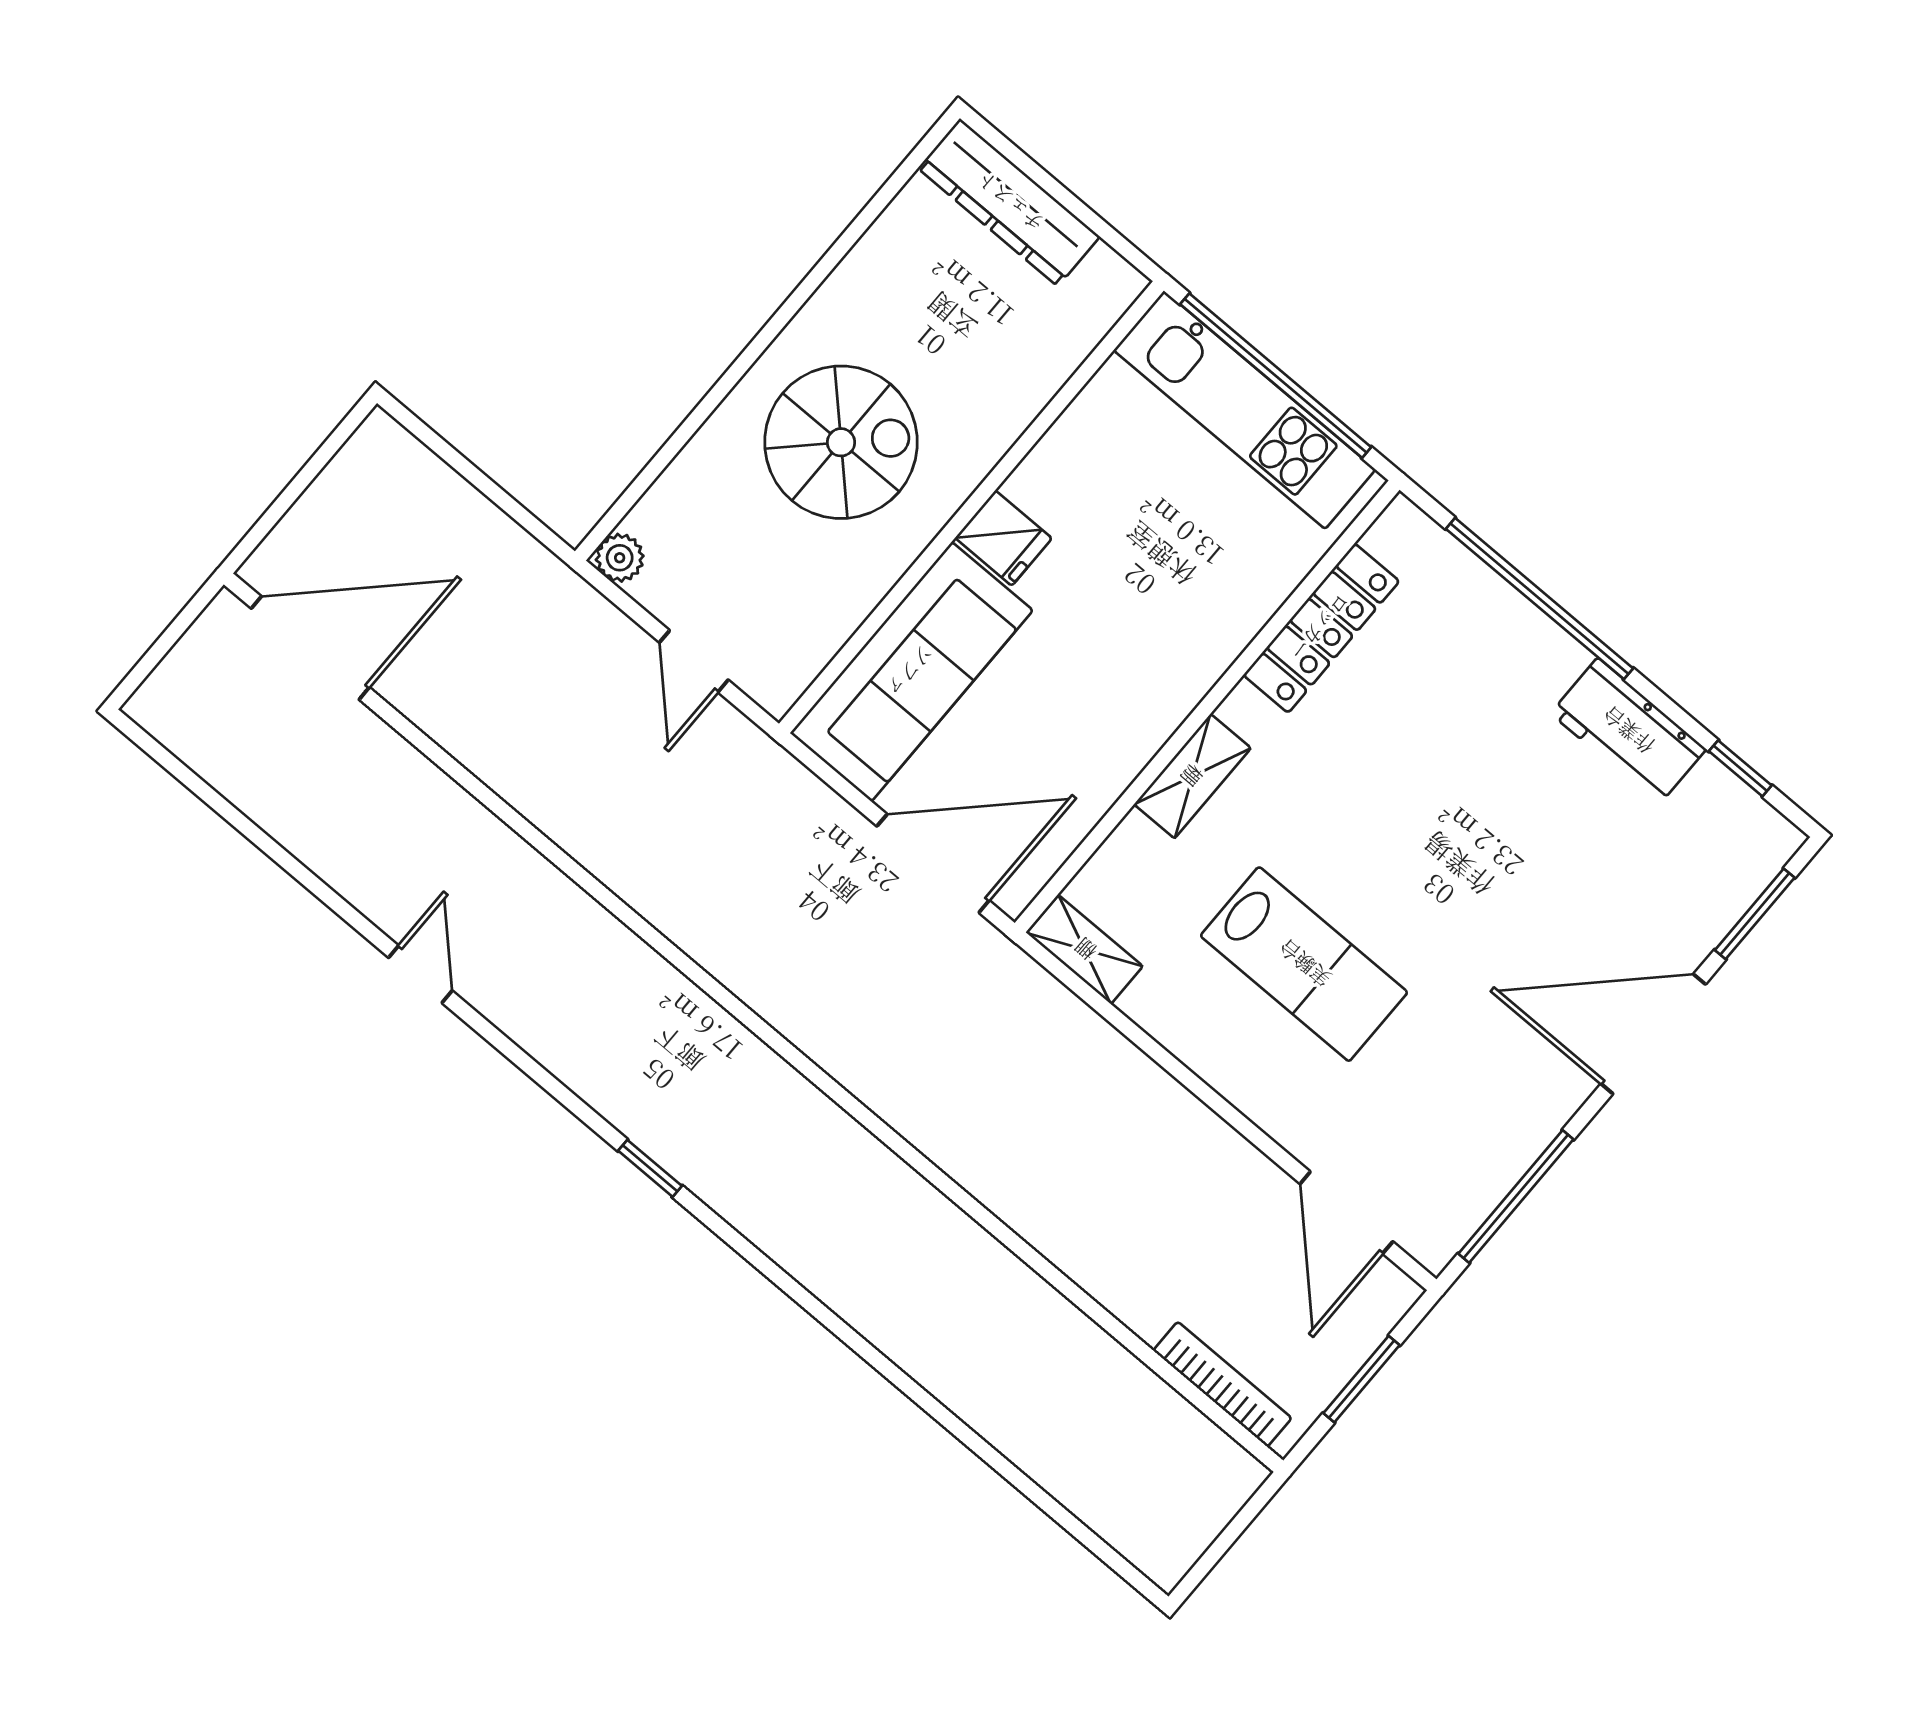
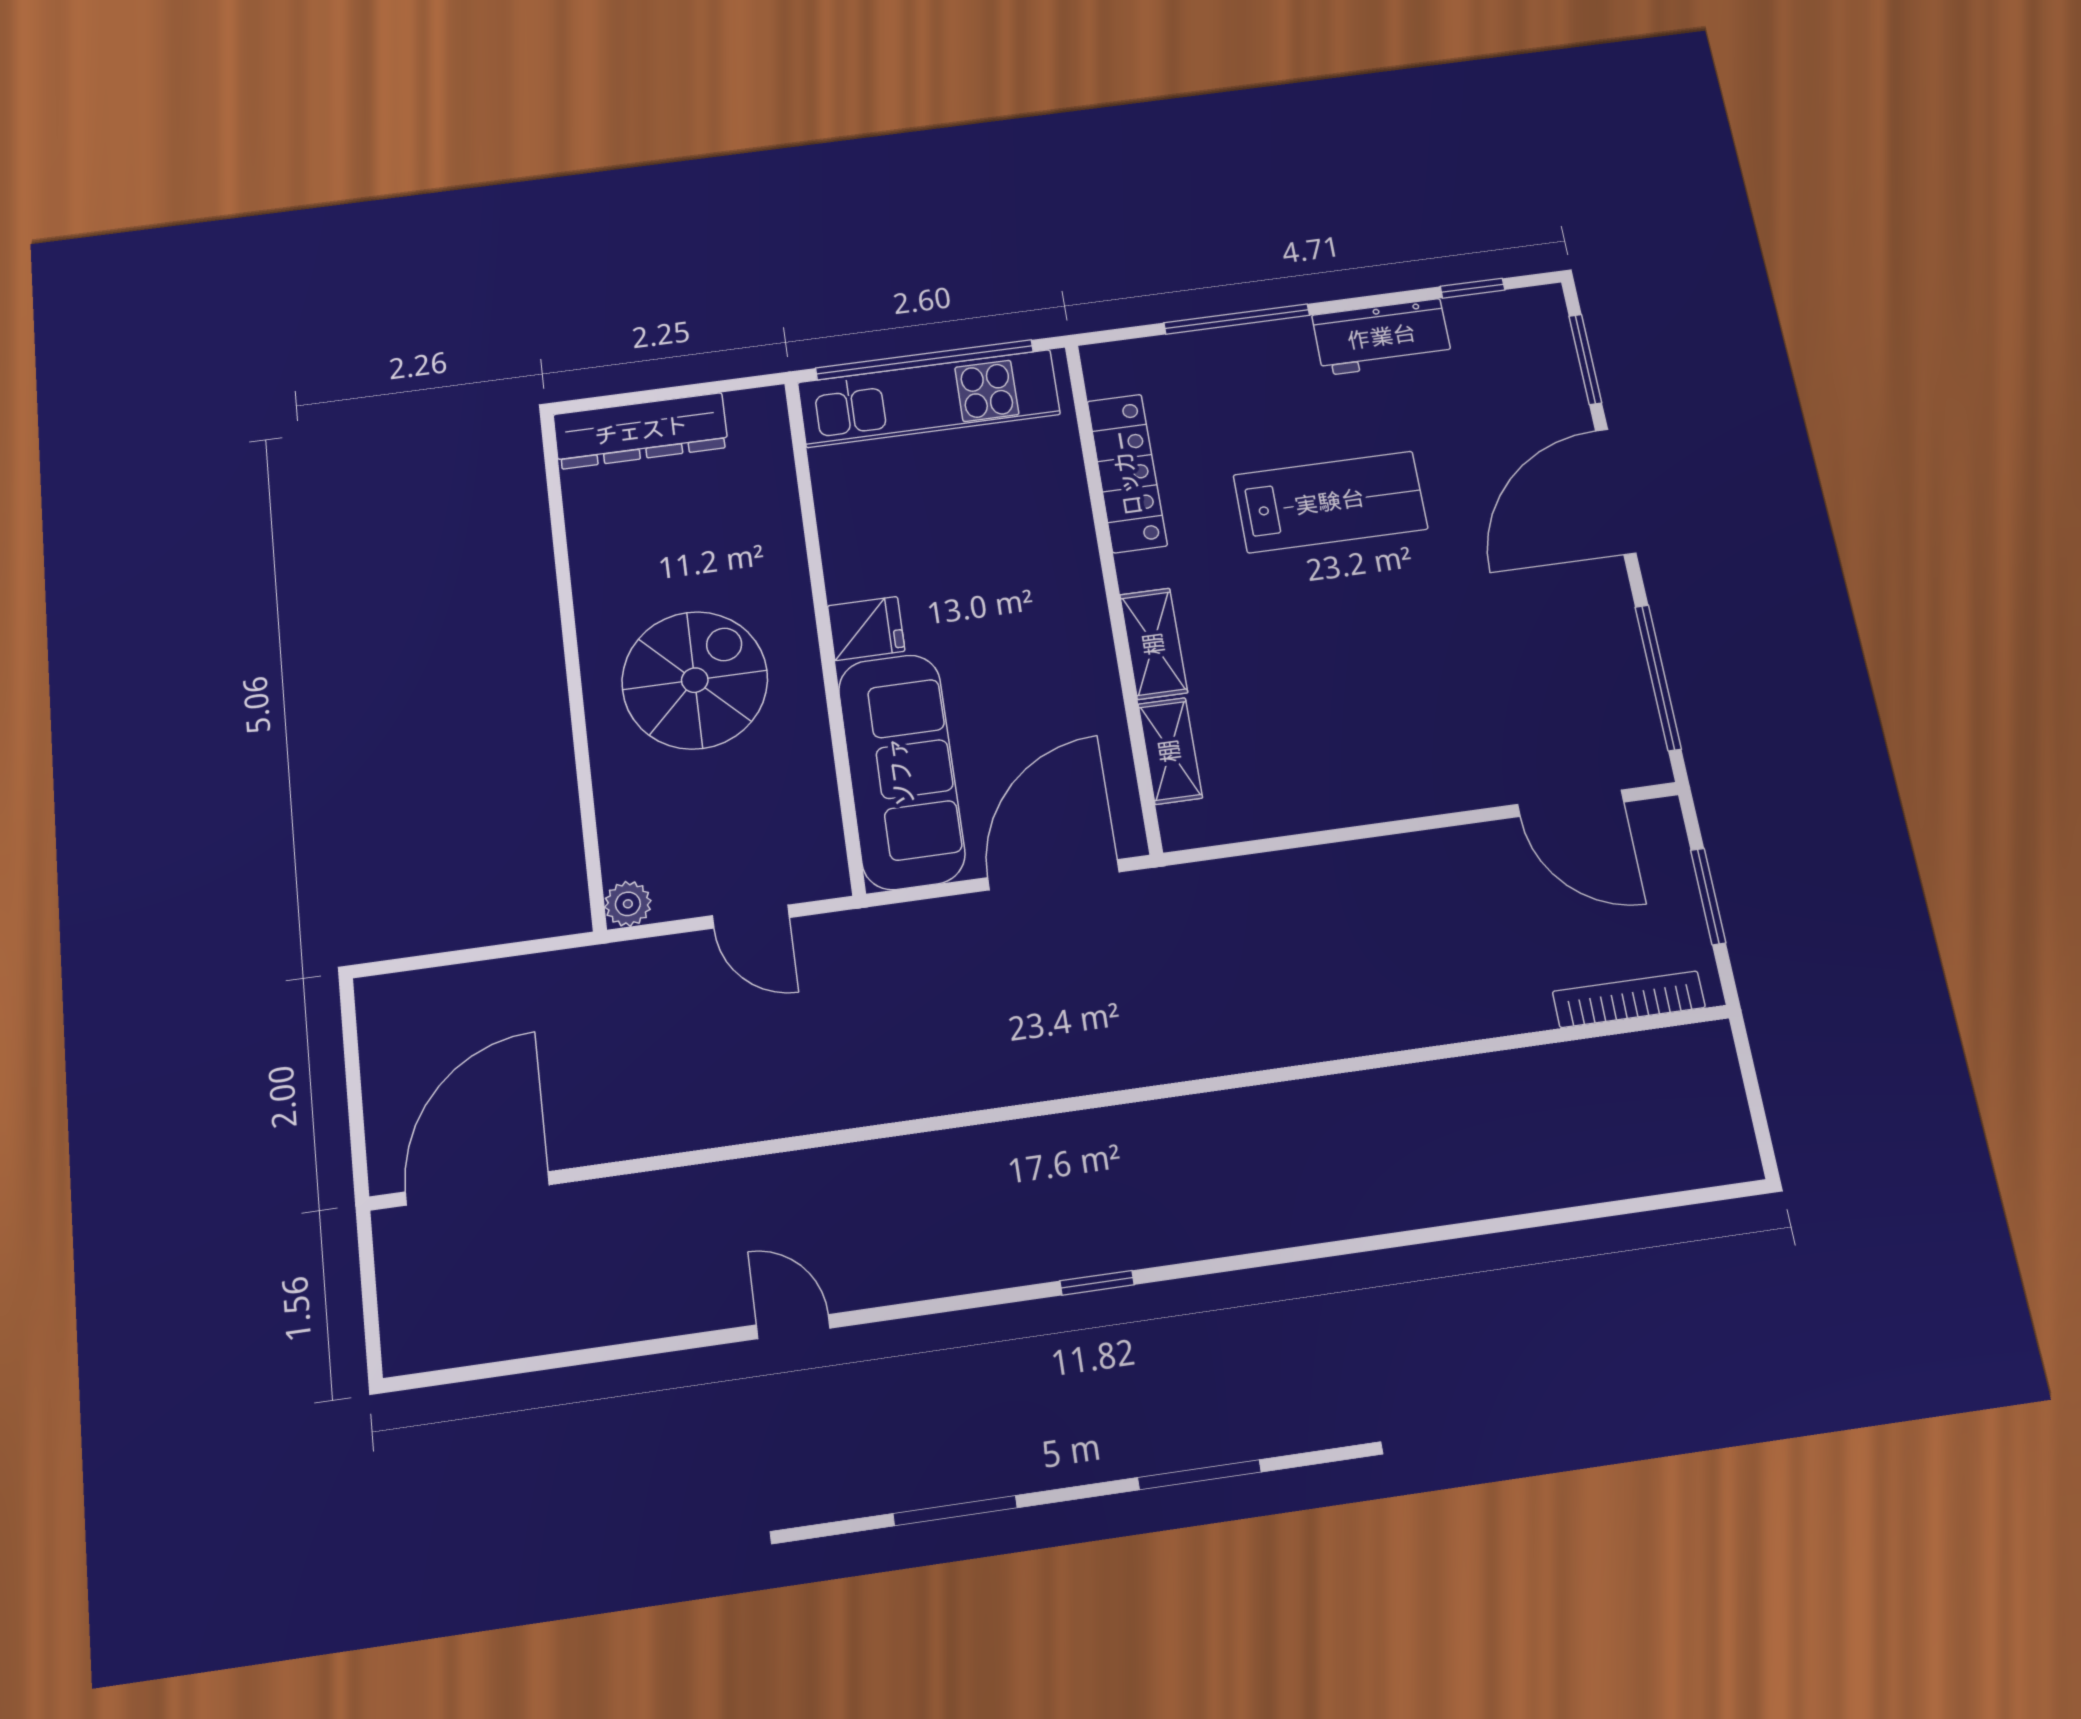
window: (1539, 599) -> (1237, 319), width x0.68
shelving: (1085, 950) -> (1170, 751), moved, turned 90
lab bench: (1304, 964) -> (1330, 502), moved

